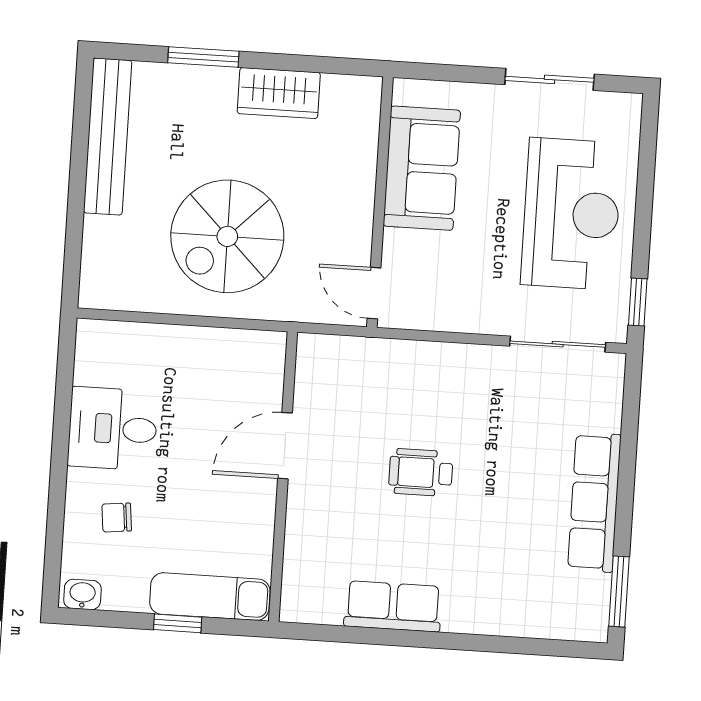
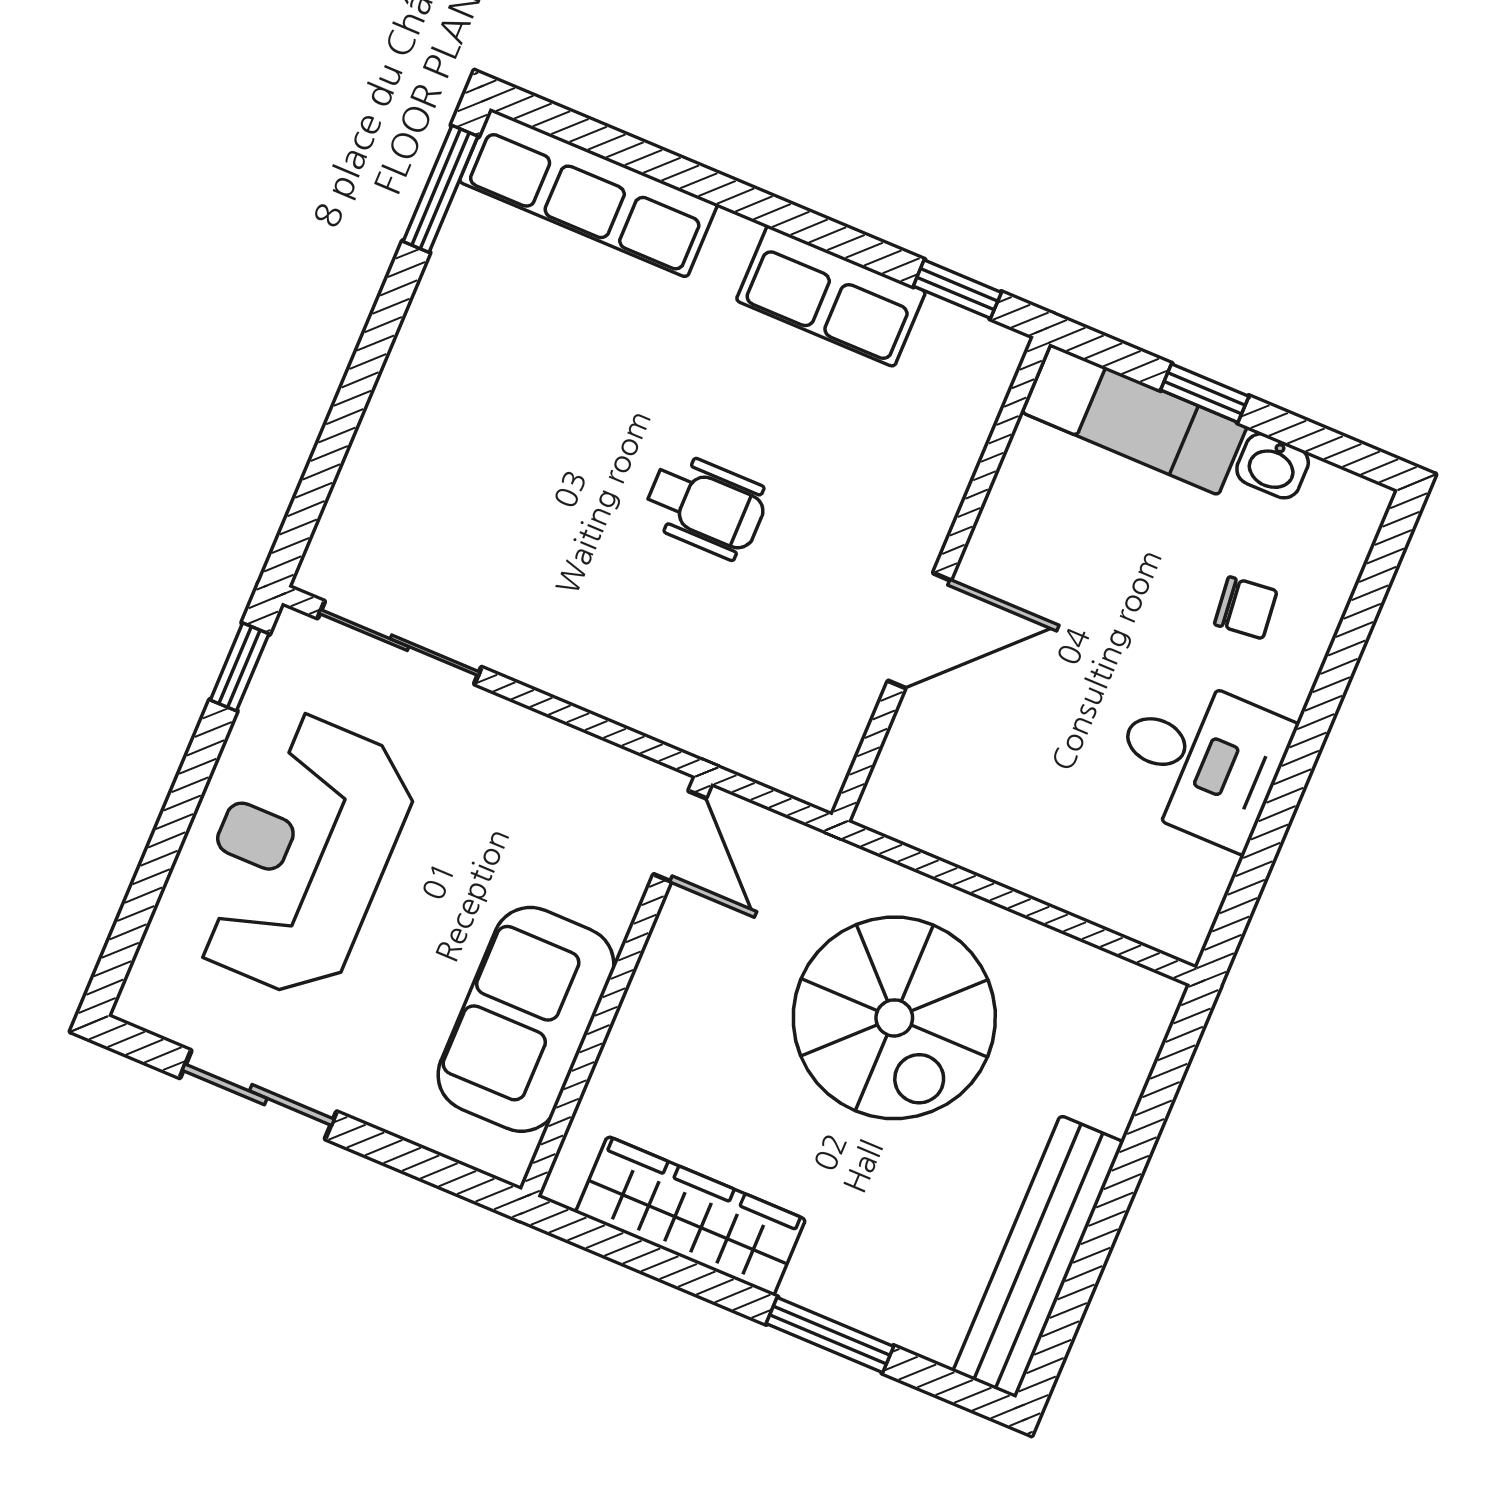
wardrobe: (279, 93) -> (691, 1216), width x1.50
spiral stairs: (227, 236) -> (894, 1018), turned 90
row of seats: (594, 502) -> (588, 193), moved, turned 90
washbasin: (82, 594) -> (1273, 466), moved
window: (327, 633) -> (957, 289), added

